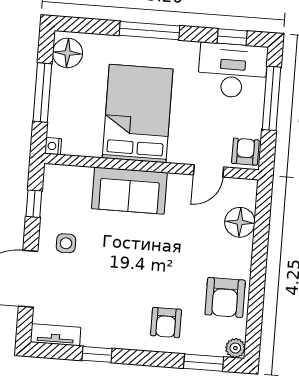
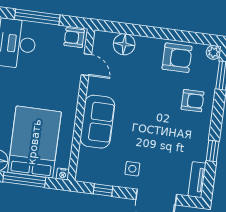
bed: (138, 113) -> (34, 142), moved, turned 90

